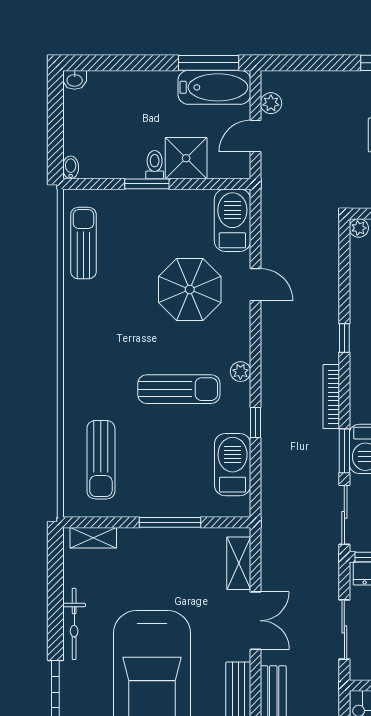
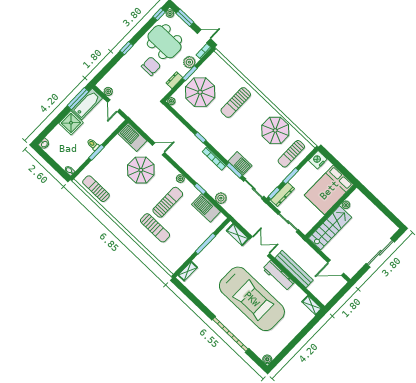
shower: (186, 158) -> (71, 123), moved
sun lounger: (101, 460) -> (155, 228), moved
plant: (274, 474) -> (221, 198), added
bicycle: (74, 624) -> (208, 302), removed

